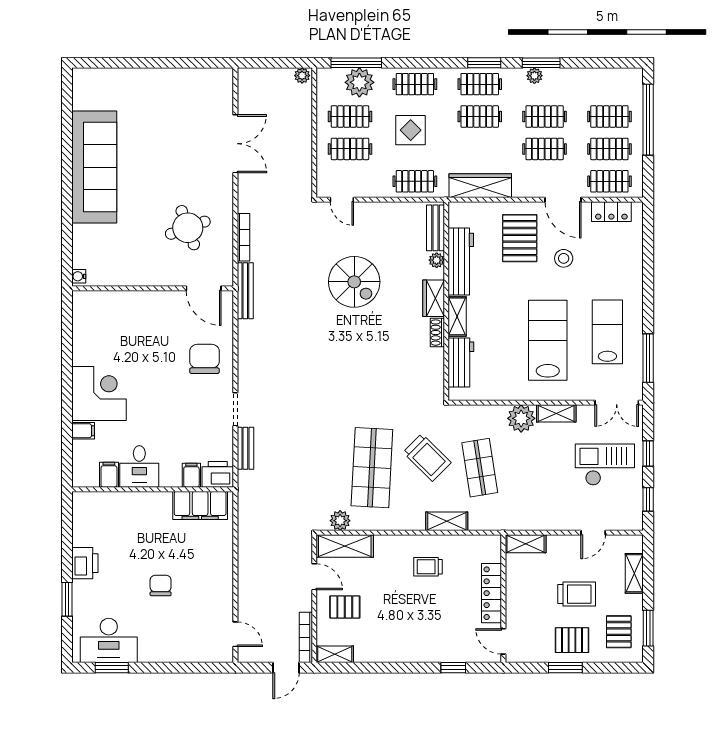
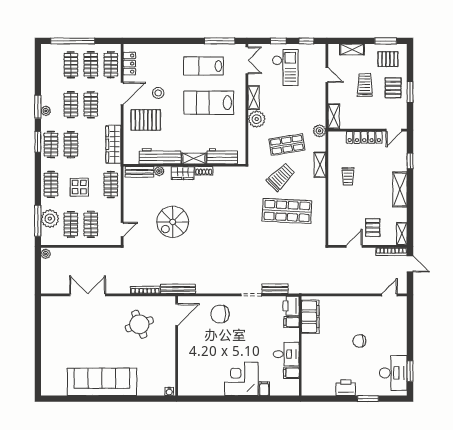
spiral stairs: (354, 282) -> (173, 222), turned 180
checkout: (605, 465) -> (285, 68), turned 180
plant: (340, 521) -> (319, 131), moved
shelving: (345, 546) -> (400, 189), moved

